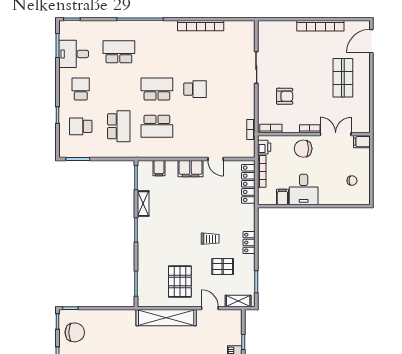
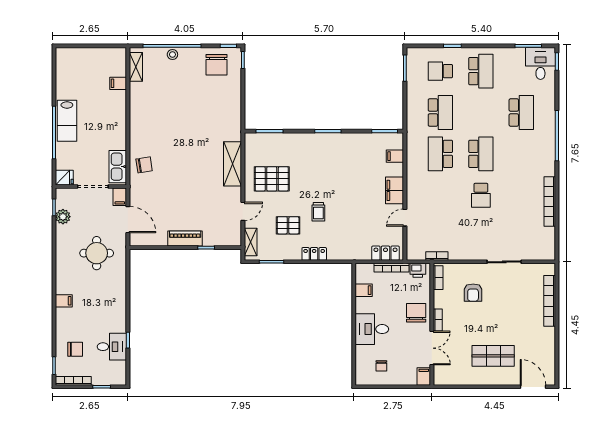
bookcase: (320, 26) -> (550, 301), moved
desk: (74, 54) -> (540, 63), moved
school desk: (81, 89) -> (481, 71), width x1.85
school desk: (81, 126) -> (440, 71), turned -90
school desk: (119, 126) -> (440, 113), turned -90
locker: (248, 184) -> (385, 253), width x0.66
desk: (304, 189) -> (372, 329), moved
shelving: (143, 204) -> (356, 139), removed
pallet: (223, 267) -> (288, 225), turned 90
shelving: (166, 318) -> (233, 164), width x0.68

